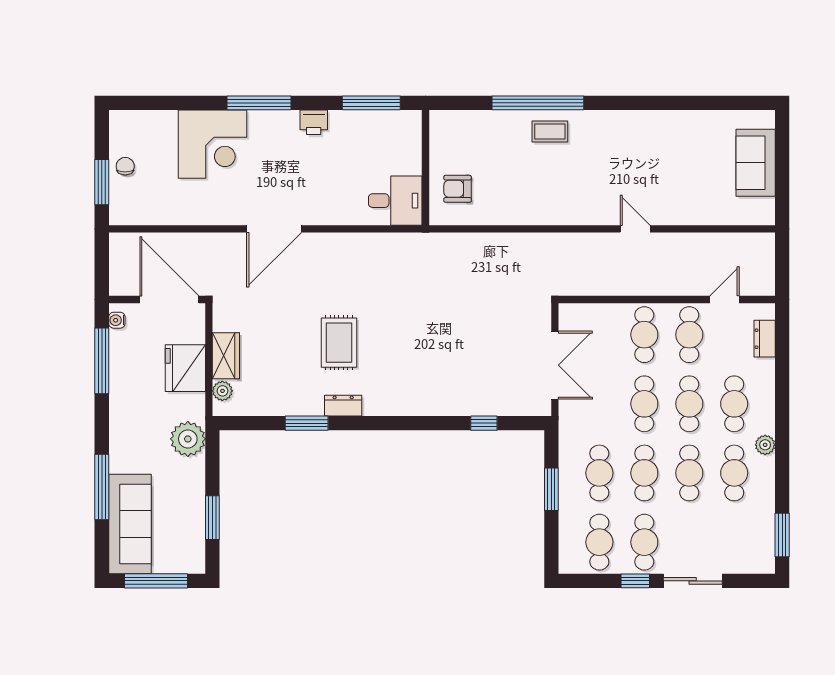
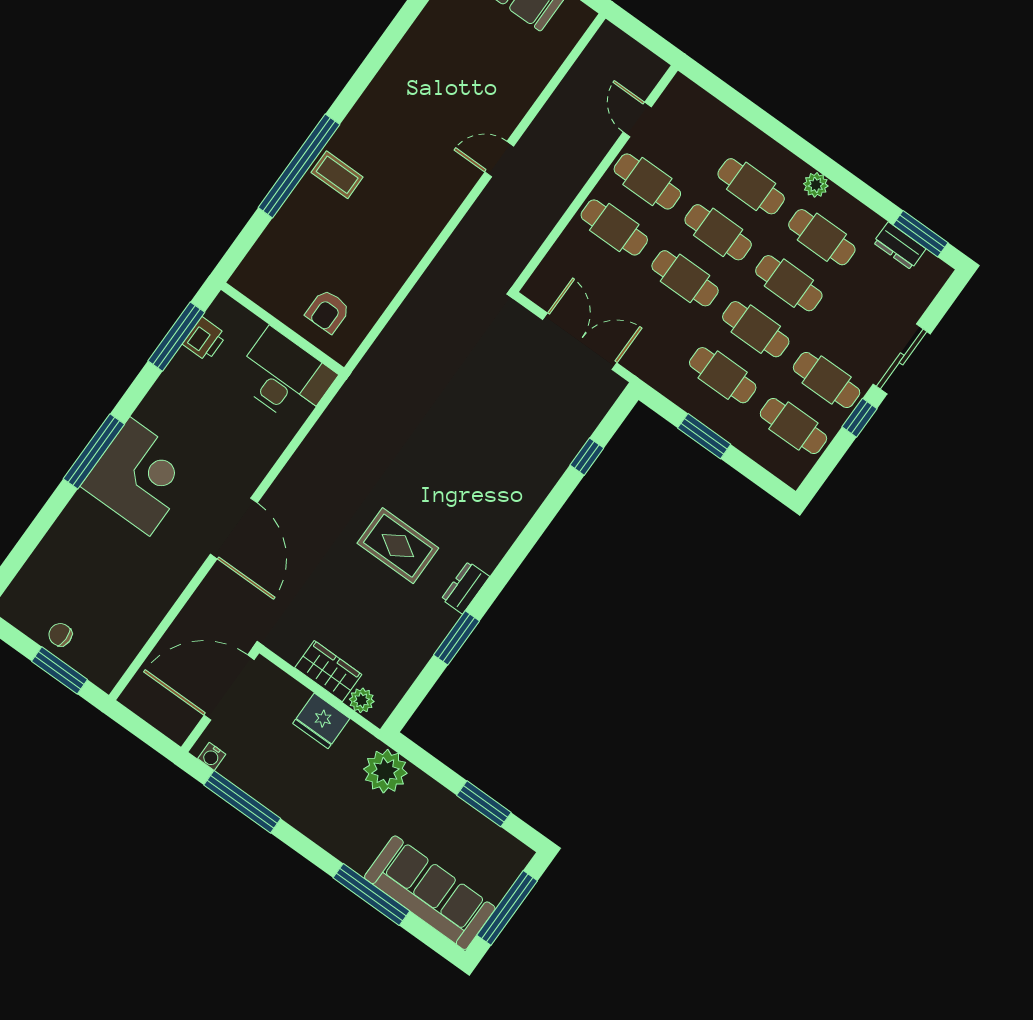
printer: (314, 122) -> (205, 339), moved
coffee table: (550, 132) -> (337, 175), turned 90
corner desk: (213, 144) -> (140, 477), moved
desk: (395, 201) -> (285, 377), width x1.37
dresser: (765, 339) -> (900, 246), moved
fridge: (185, 368) -> (321, 721), width x0.73, depth x0.75

